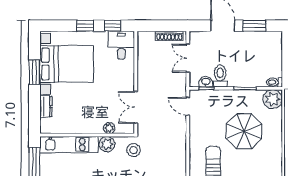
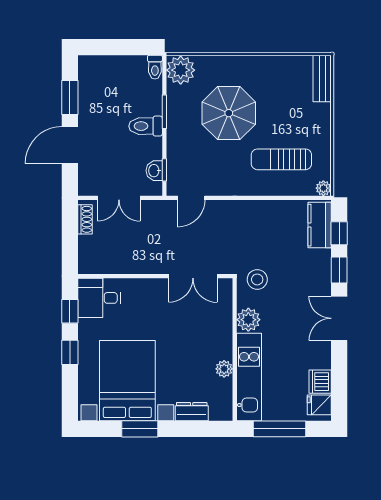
shoe rack: (169, 36) -> (85, 219), width x0.70
toilet: (220, 76) -> (146, 126), moved
plant: (109, 128) -> (224, 369), moved

